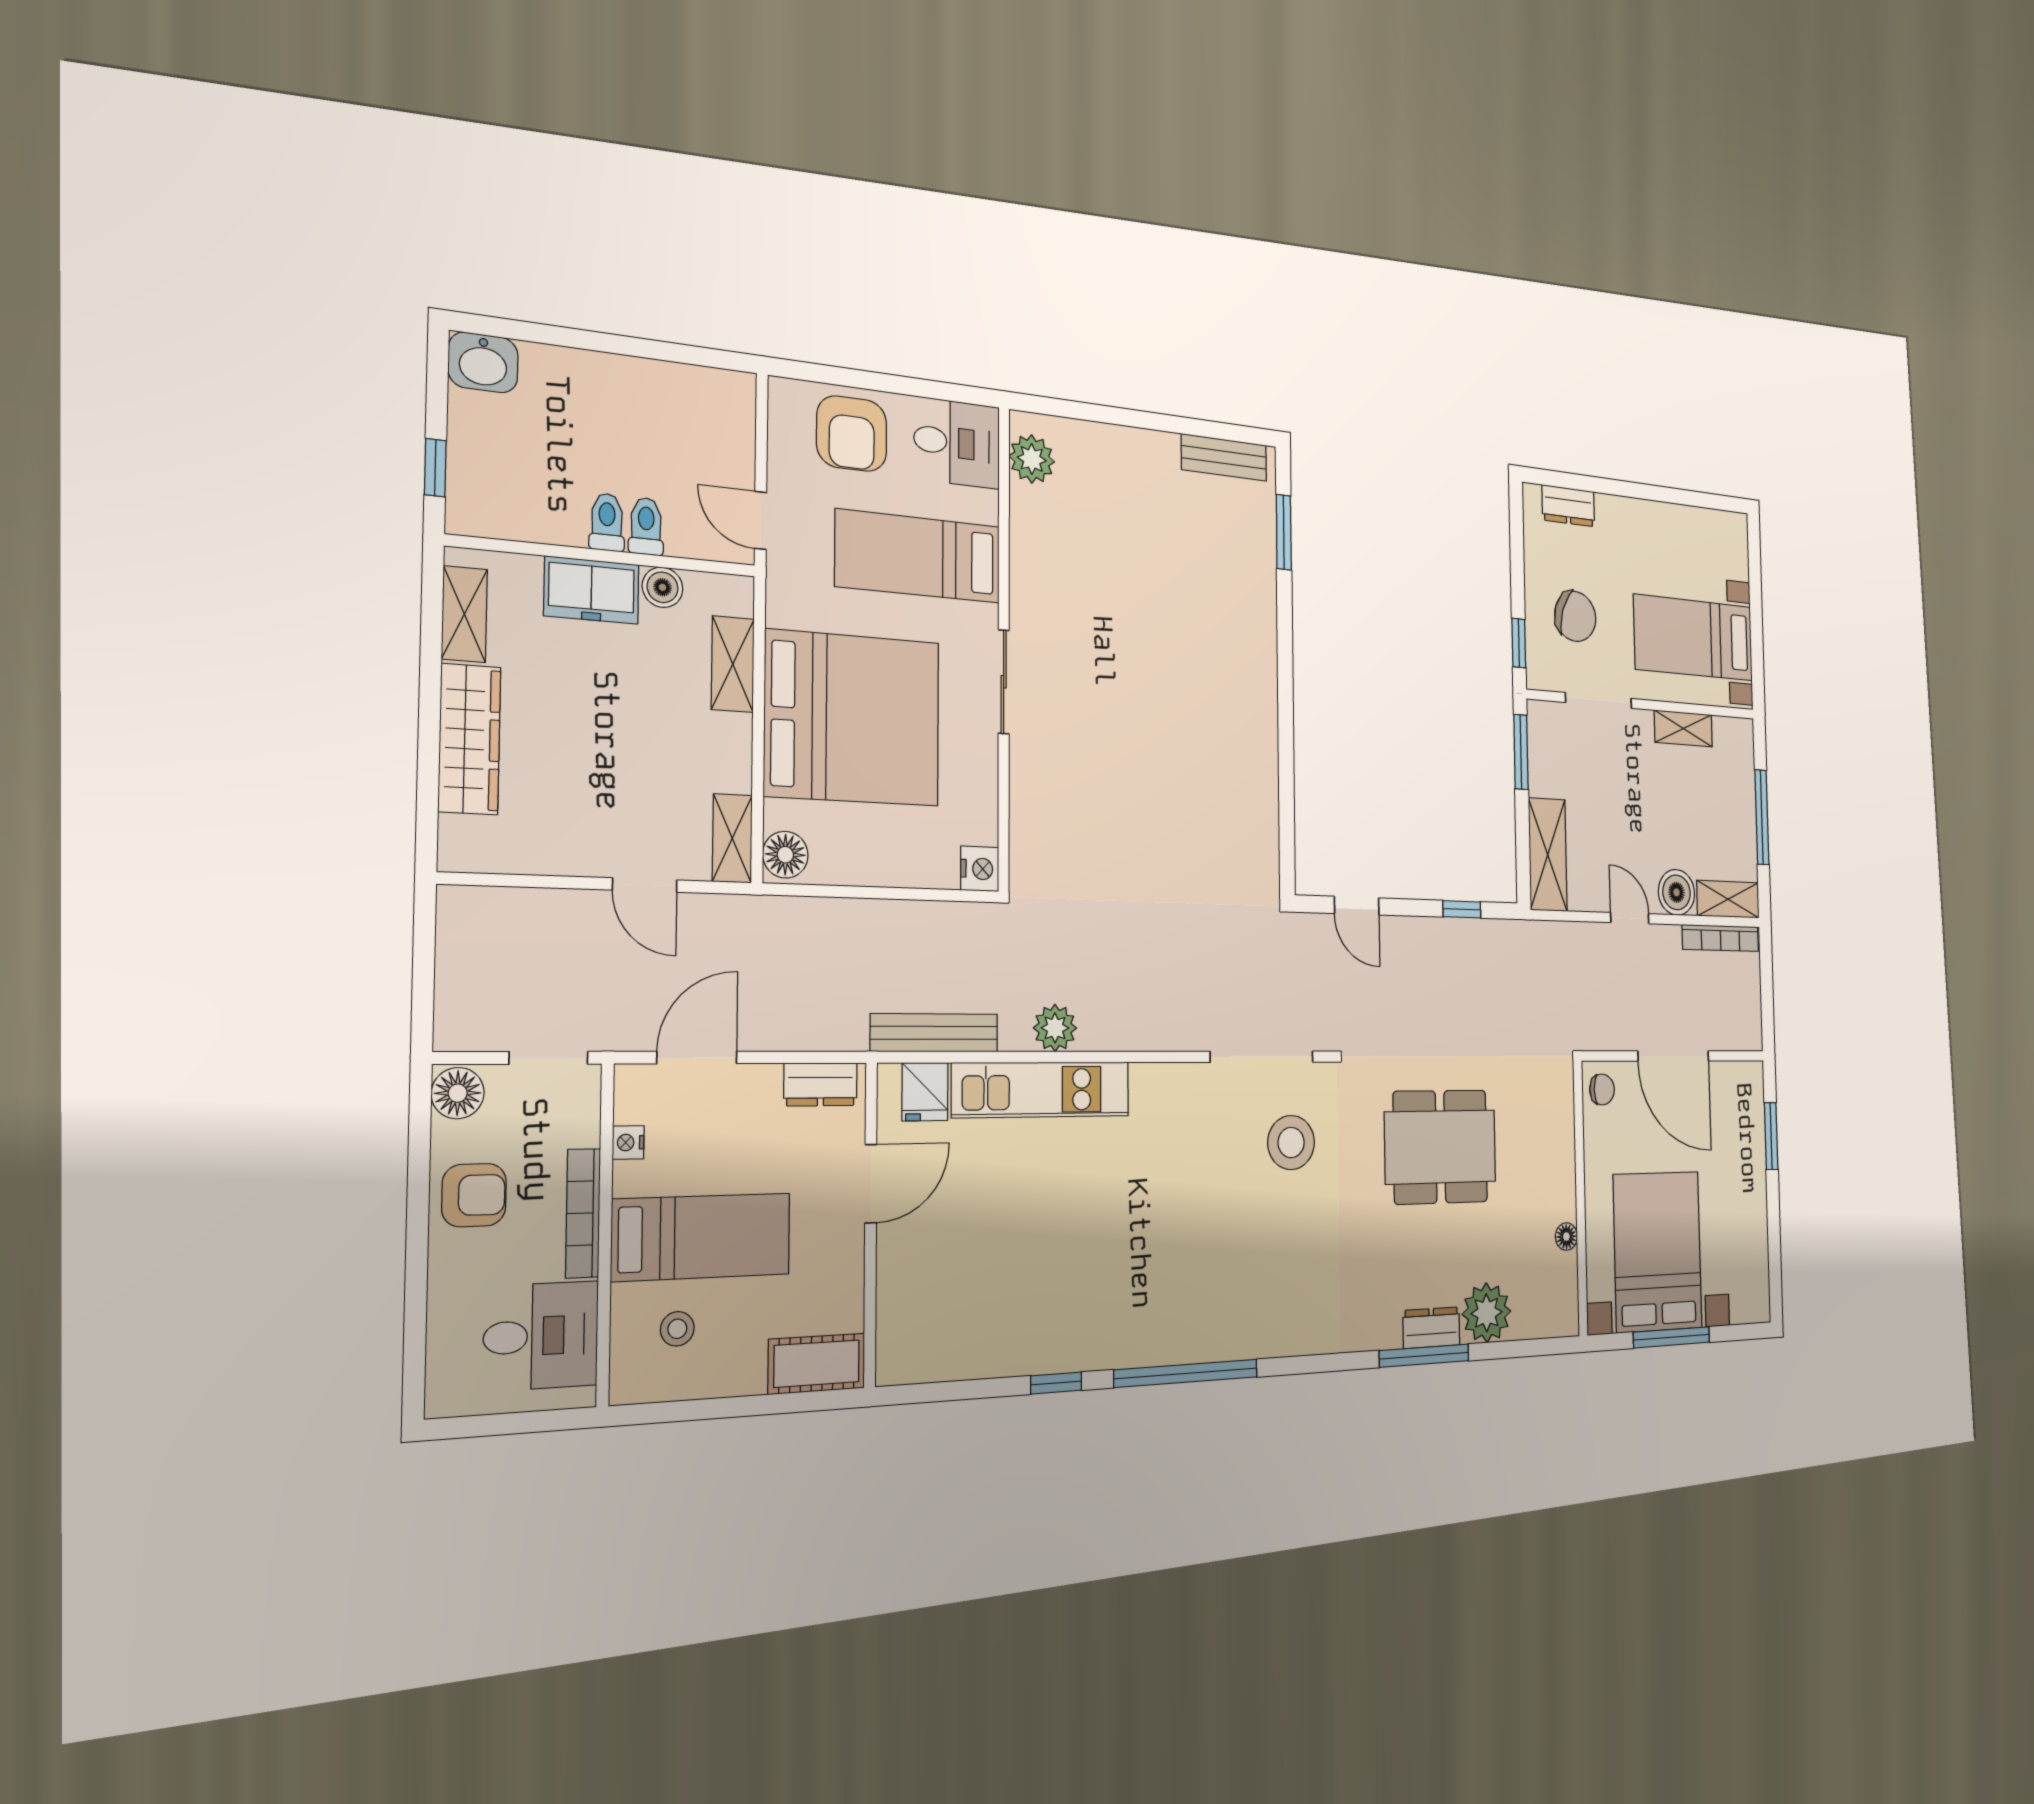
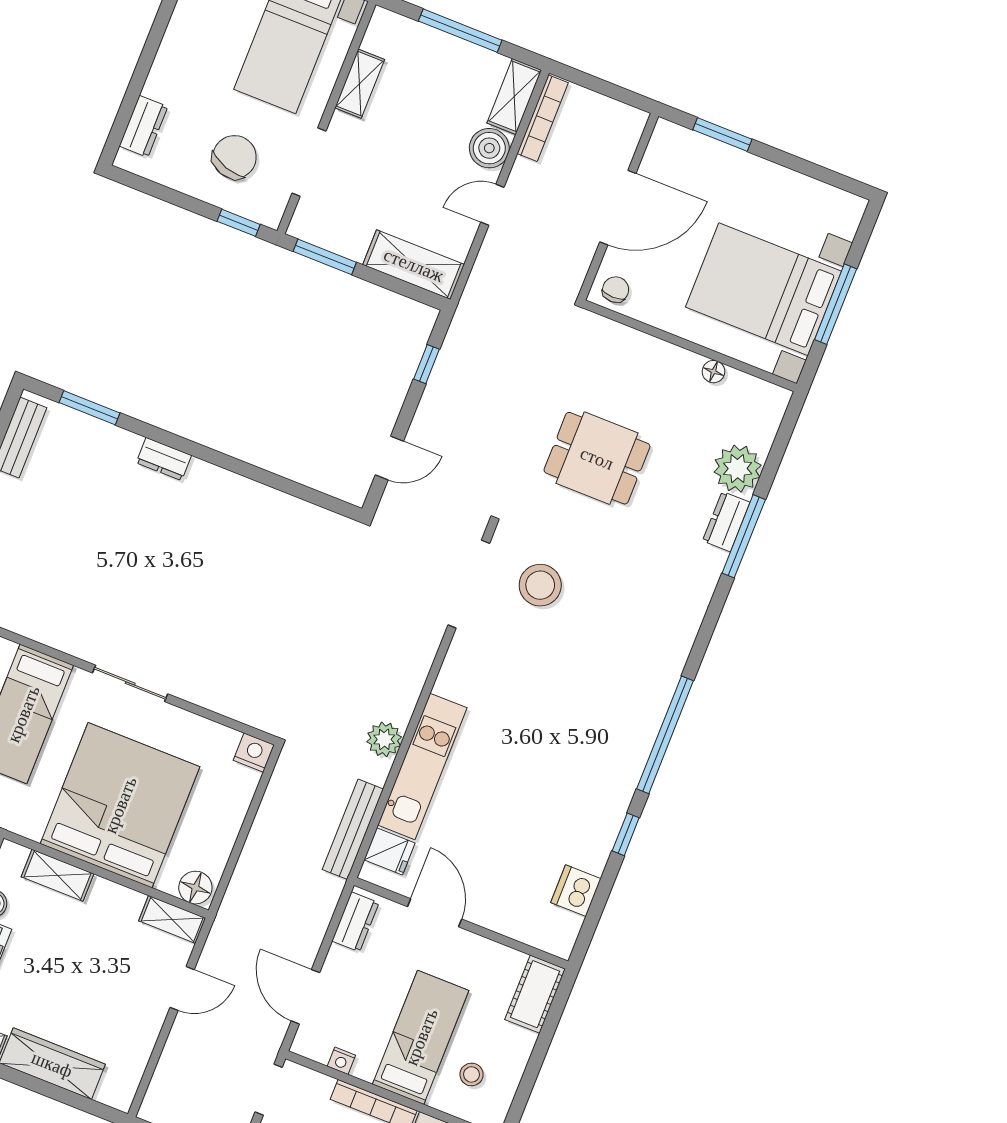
dresser: (1263, 639) -> (164, 459), added
dining table: (1440, 1147) -> (597, 458), width x0.73
dishwasher: (966, 1354) -> (576, 891), added

